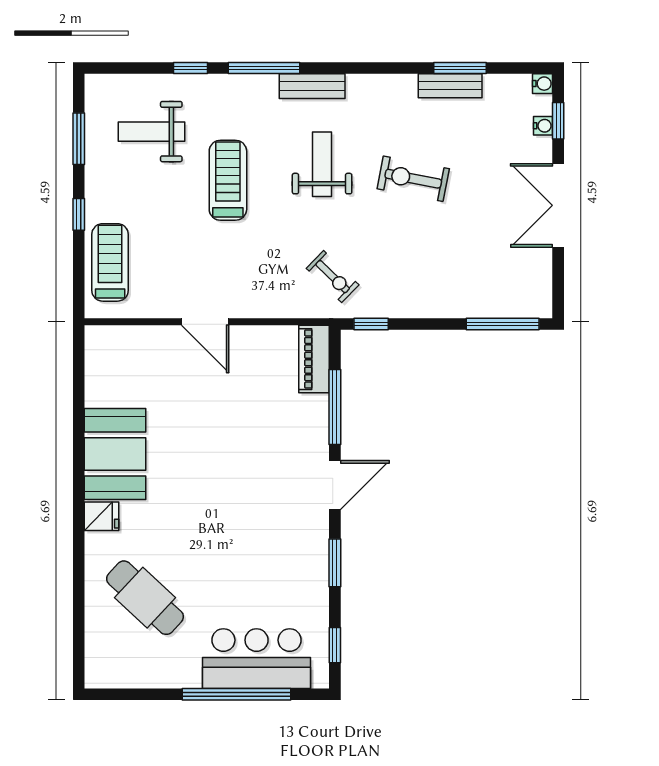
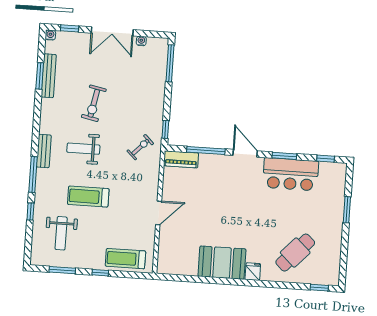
bench: (450, 86) -> (49, 76), width x1.36
water cooler: (543, 126) -> (141, 41), moved
window: (79, 650) -> (319, 288), added
bar counter: (257, 659) -> (291, 174), moved, turned -90
window: (237, 694) -> (347, 210), width x0.47

